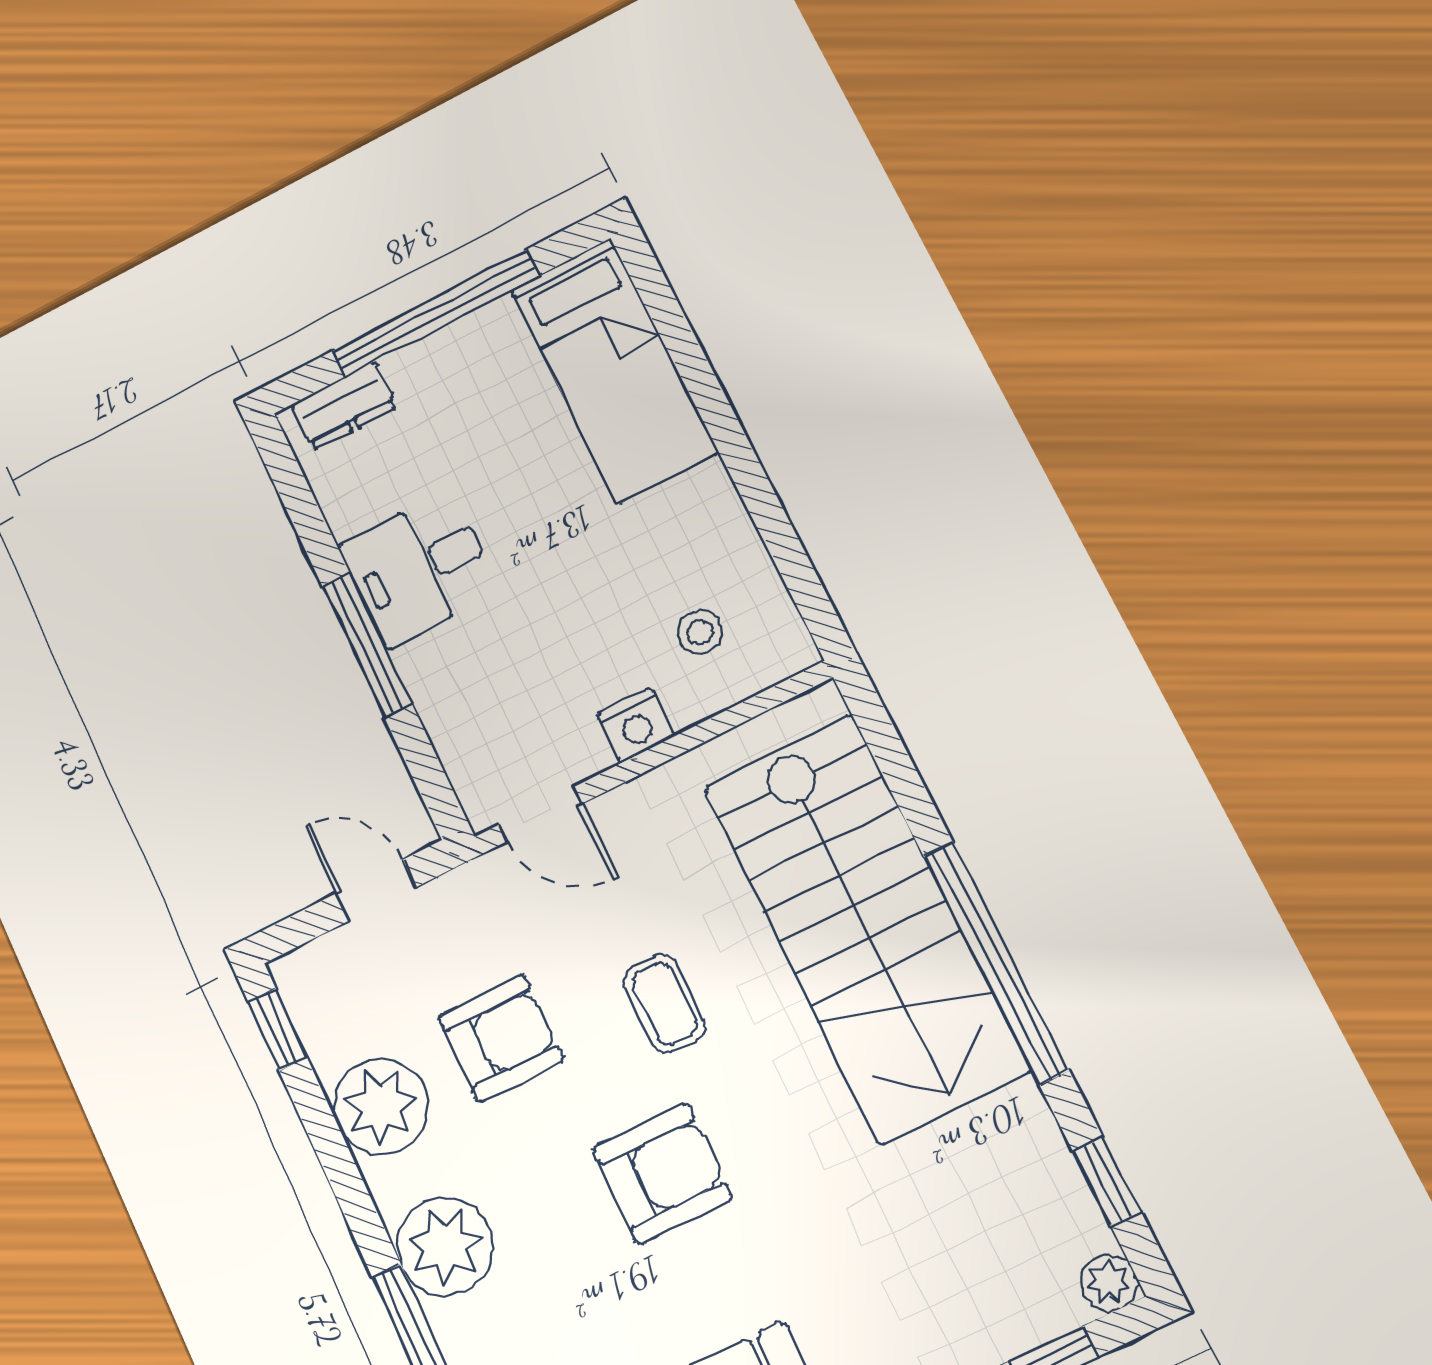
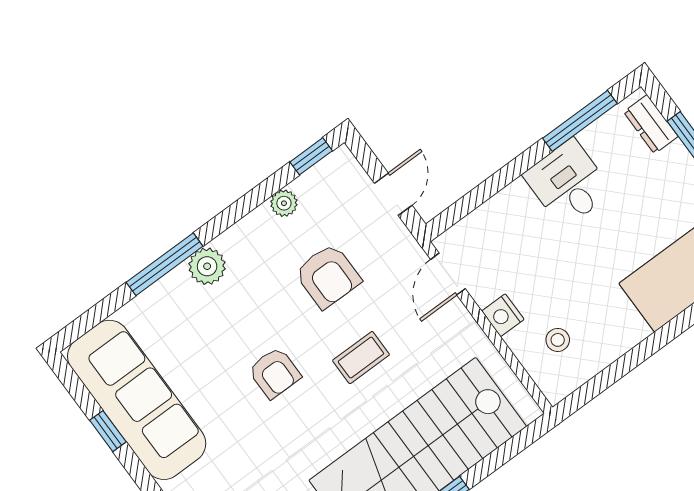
window: (367, 645) -> (580, 121), moved
plant: (381, 1106) -> (284, 203), width x0.53, depth x0.53
armchair: (663, 1174) -> (275, 373), width x0.72, depth x0.72
plant: (445, 1246) -> (207, 266), width x0.73, depth x0.73

